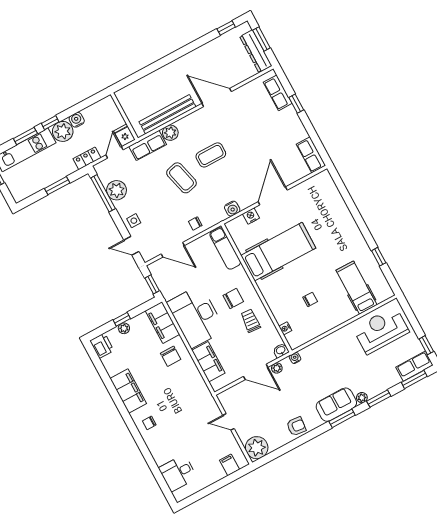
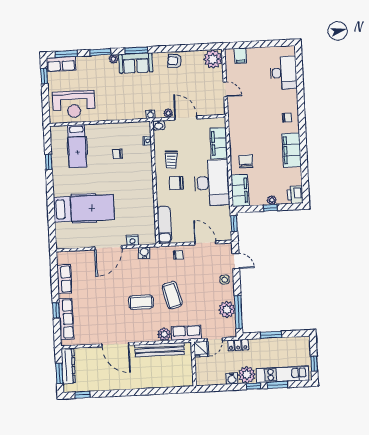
row of seats: (278, 93) -> (66, 319), width x1.48
row of seats: (311, 155) -> (64, 279), moved
hospital bed: (278, 252) -> (84, 208), moved, turned 180
desk: (178, 473) -> (283, 73), width x1.37

